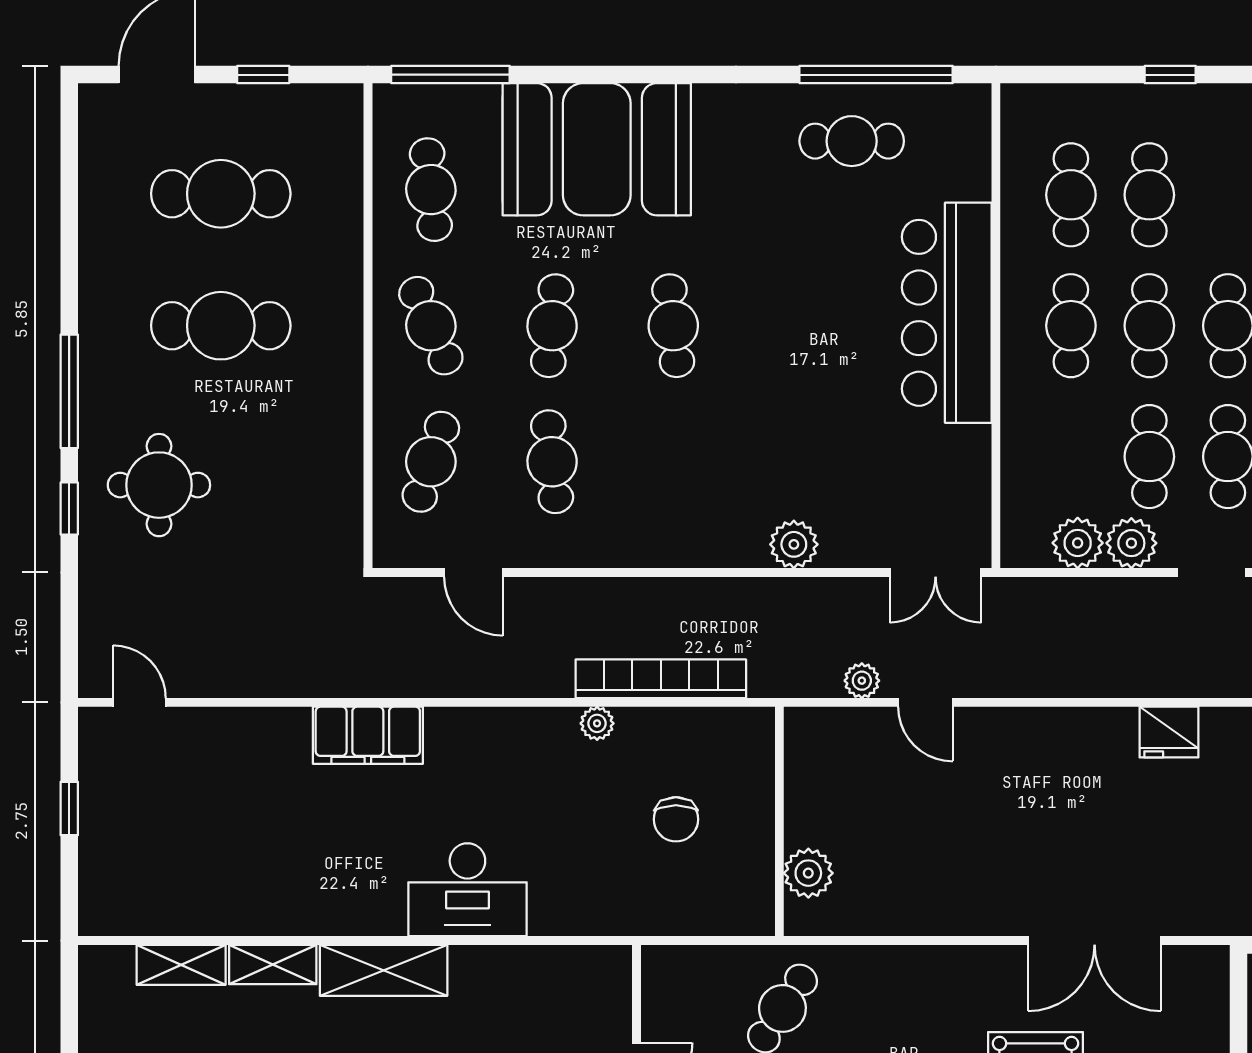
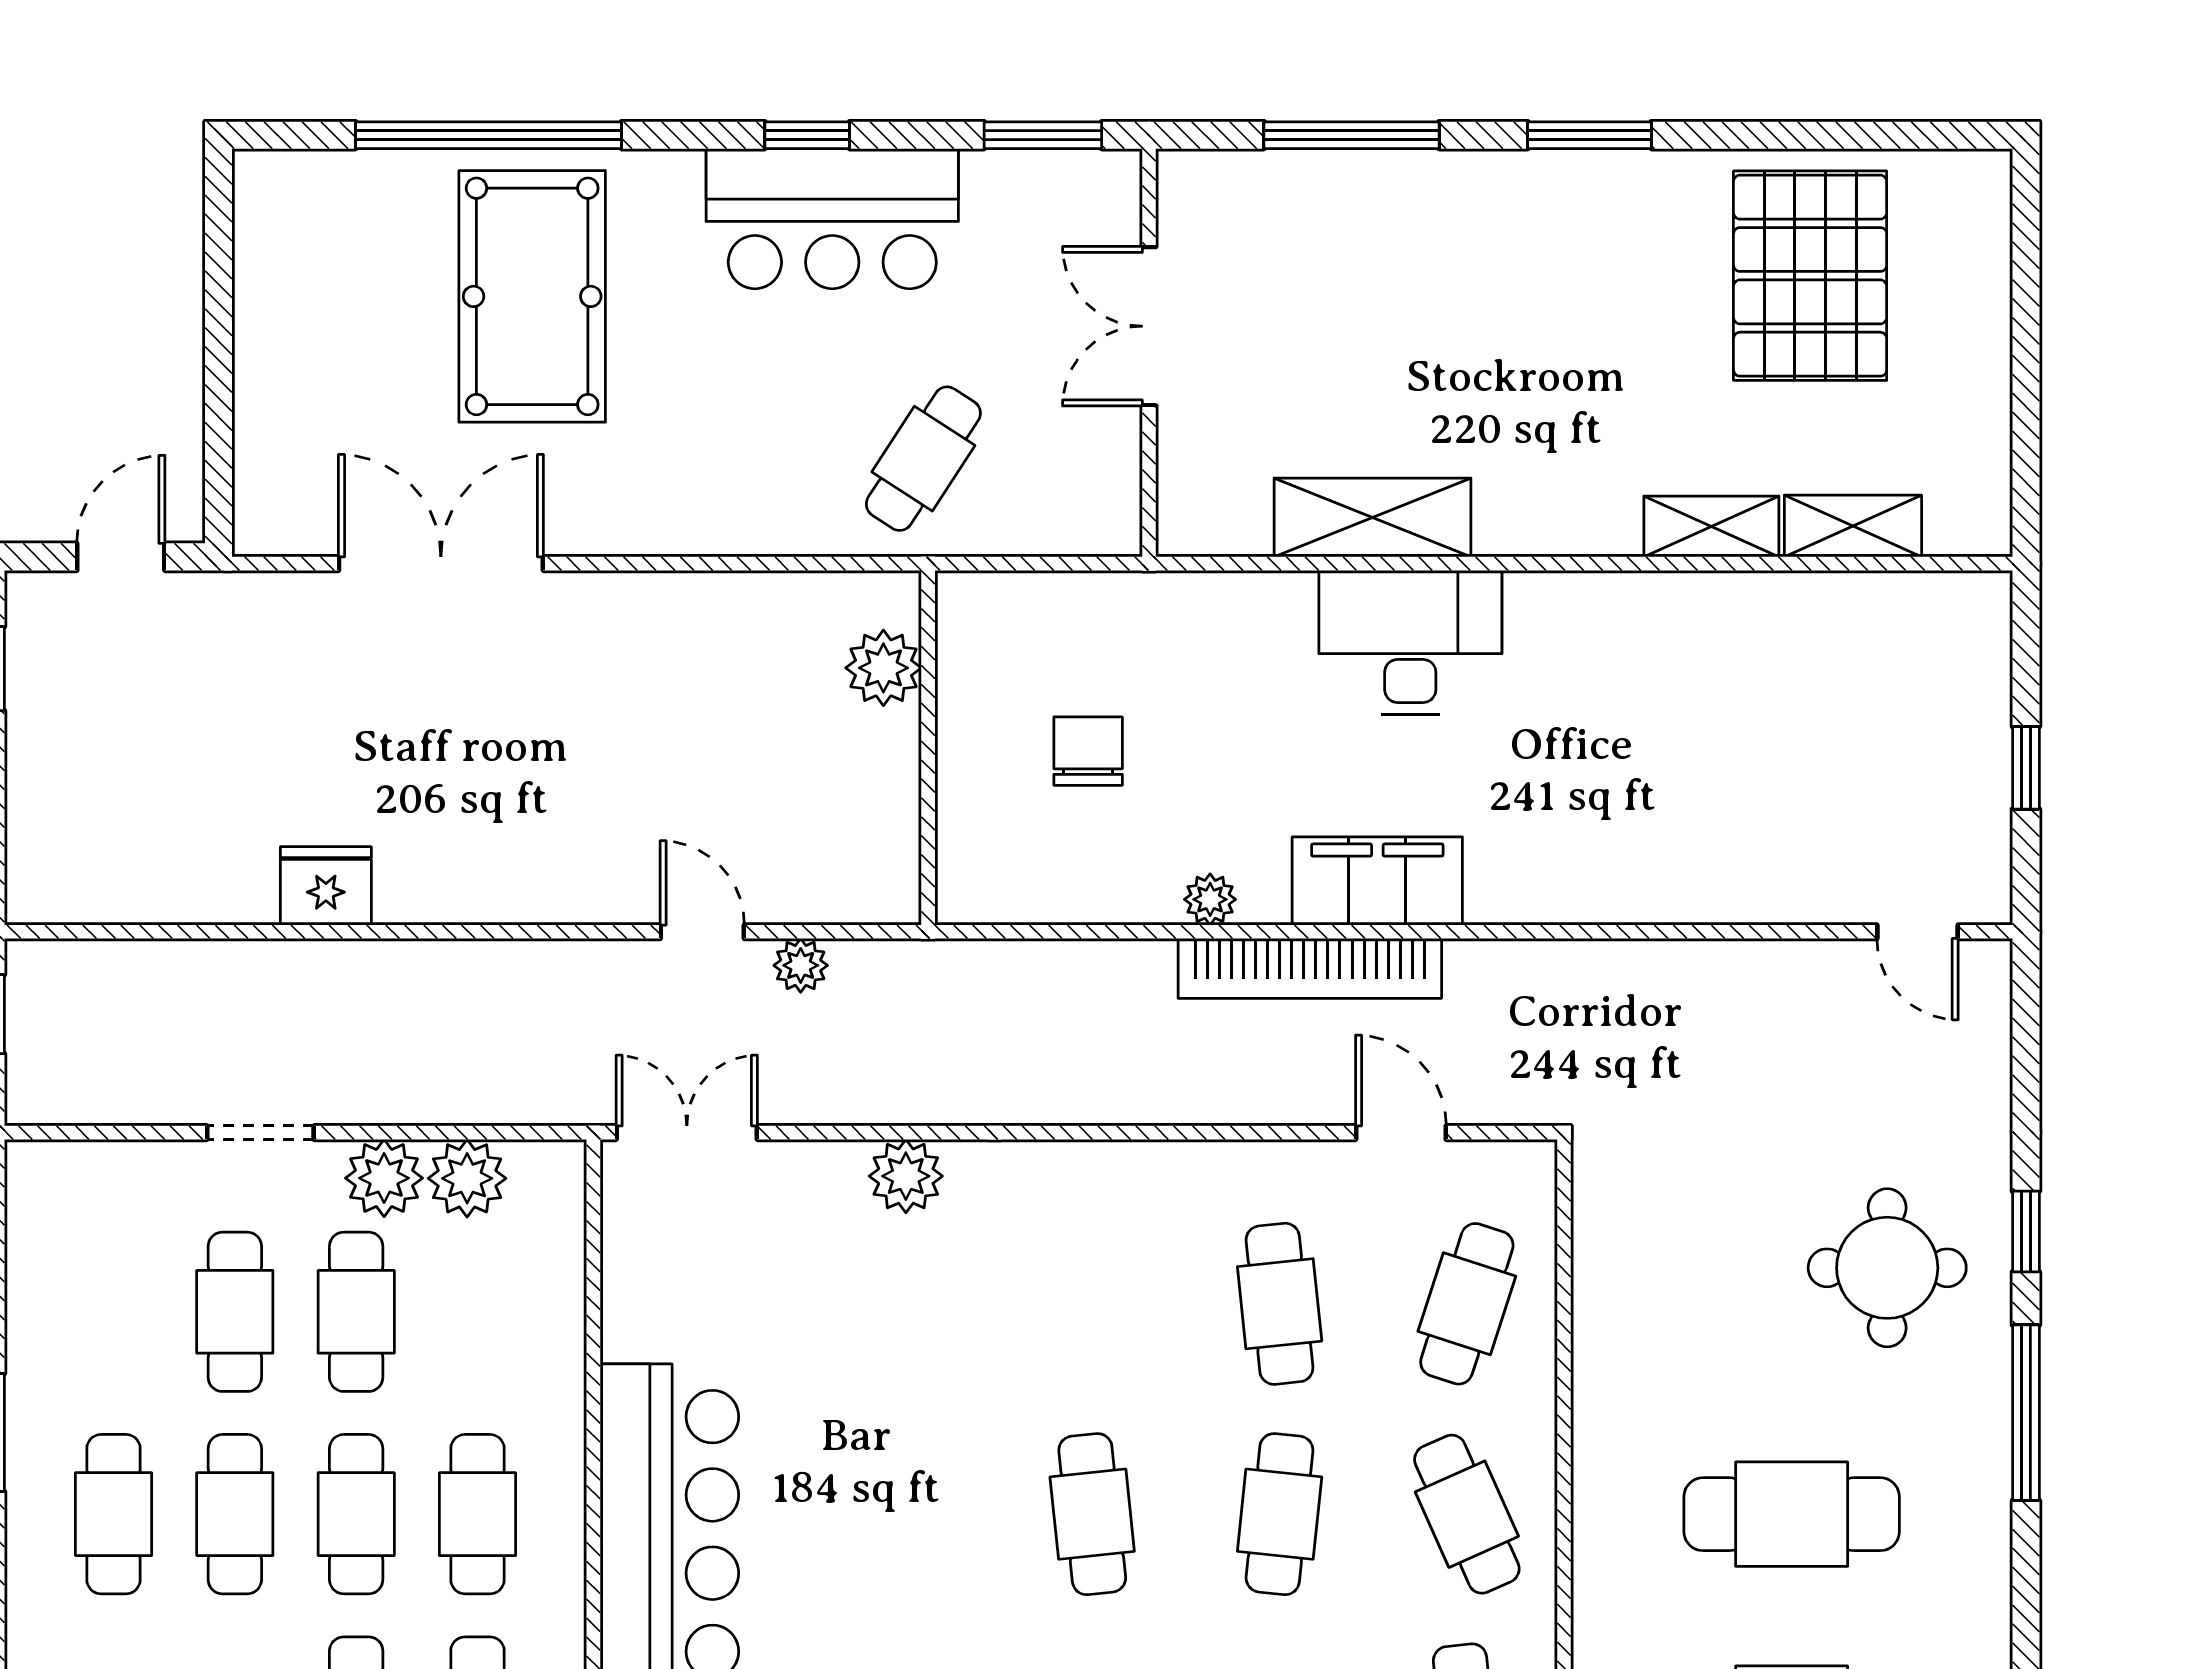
bookcase: (661, 679) -> (1310, 968), moved
filing cabinet: (368, 735) -> (1377, 881), moved
shelving: (384, 970) -> (1373, 517), moved

